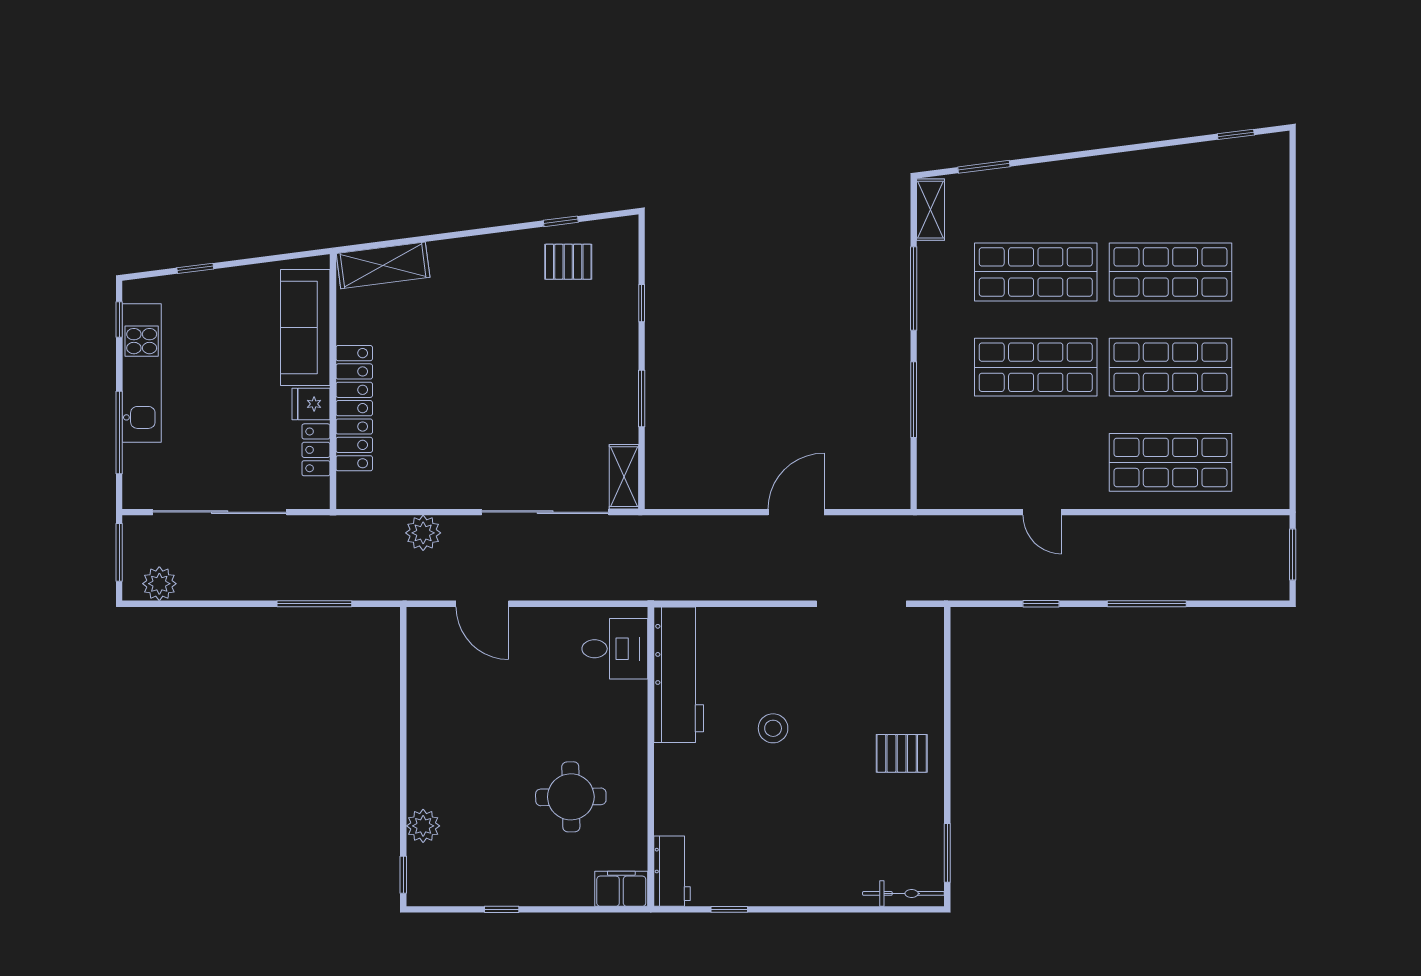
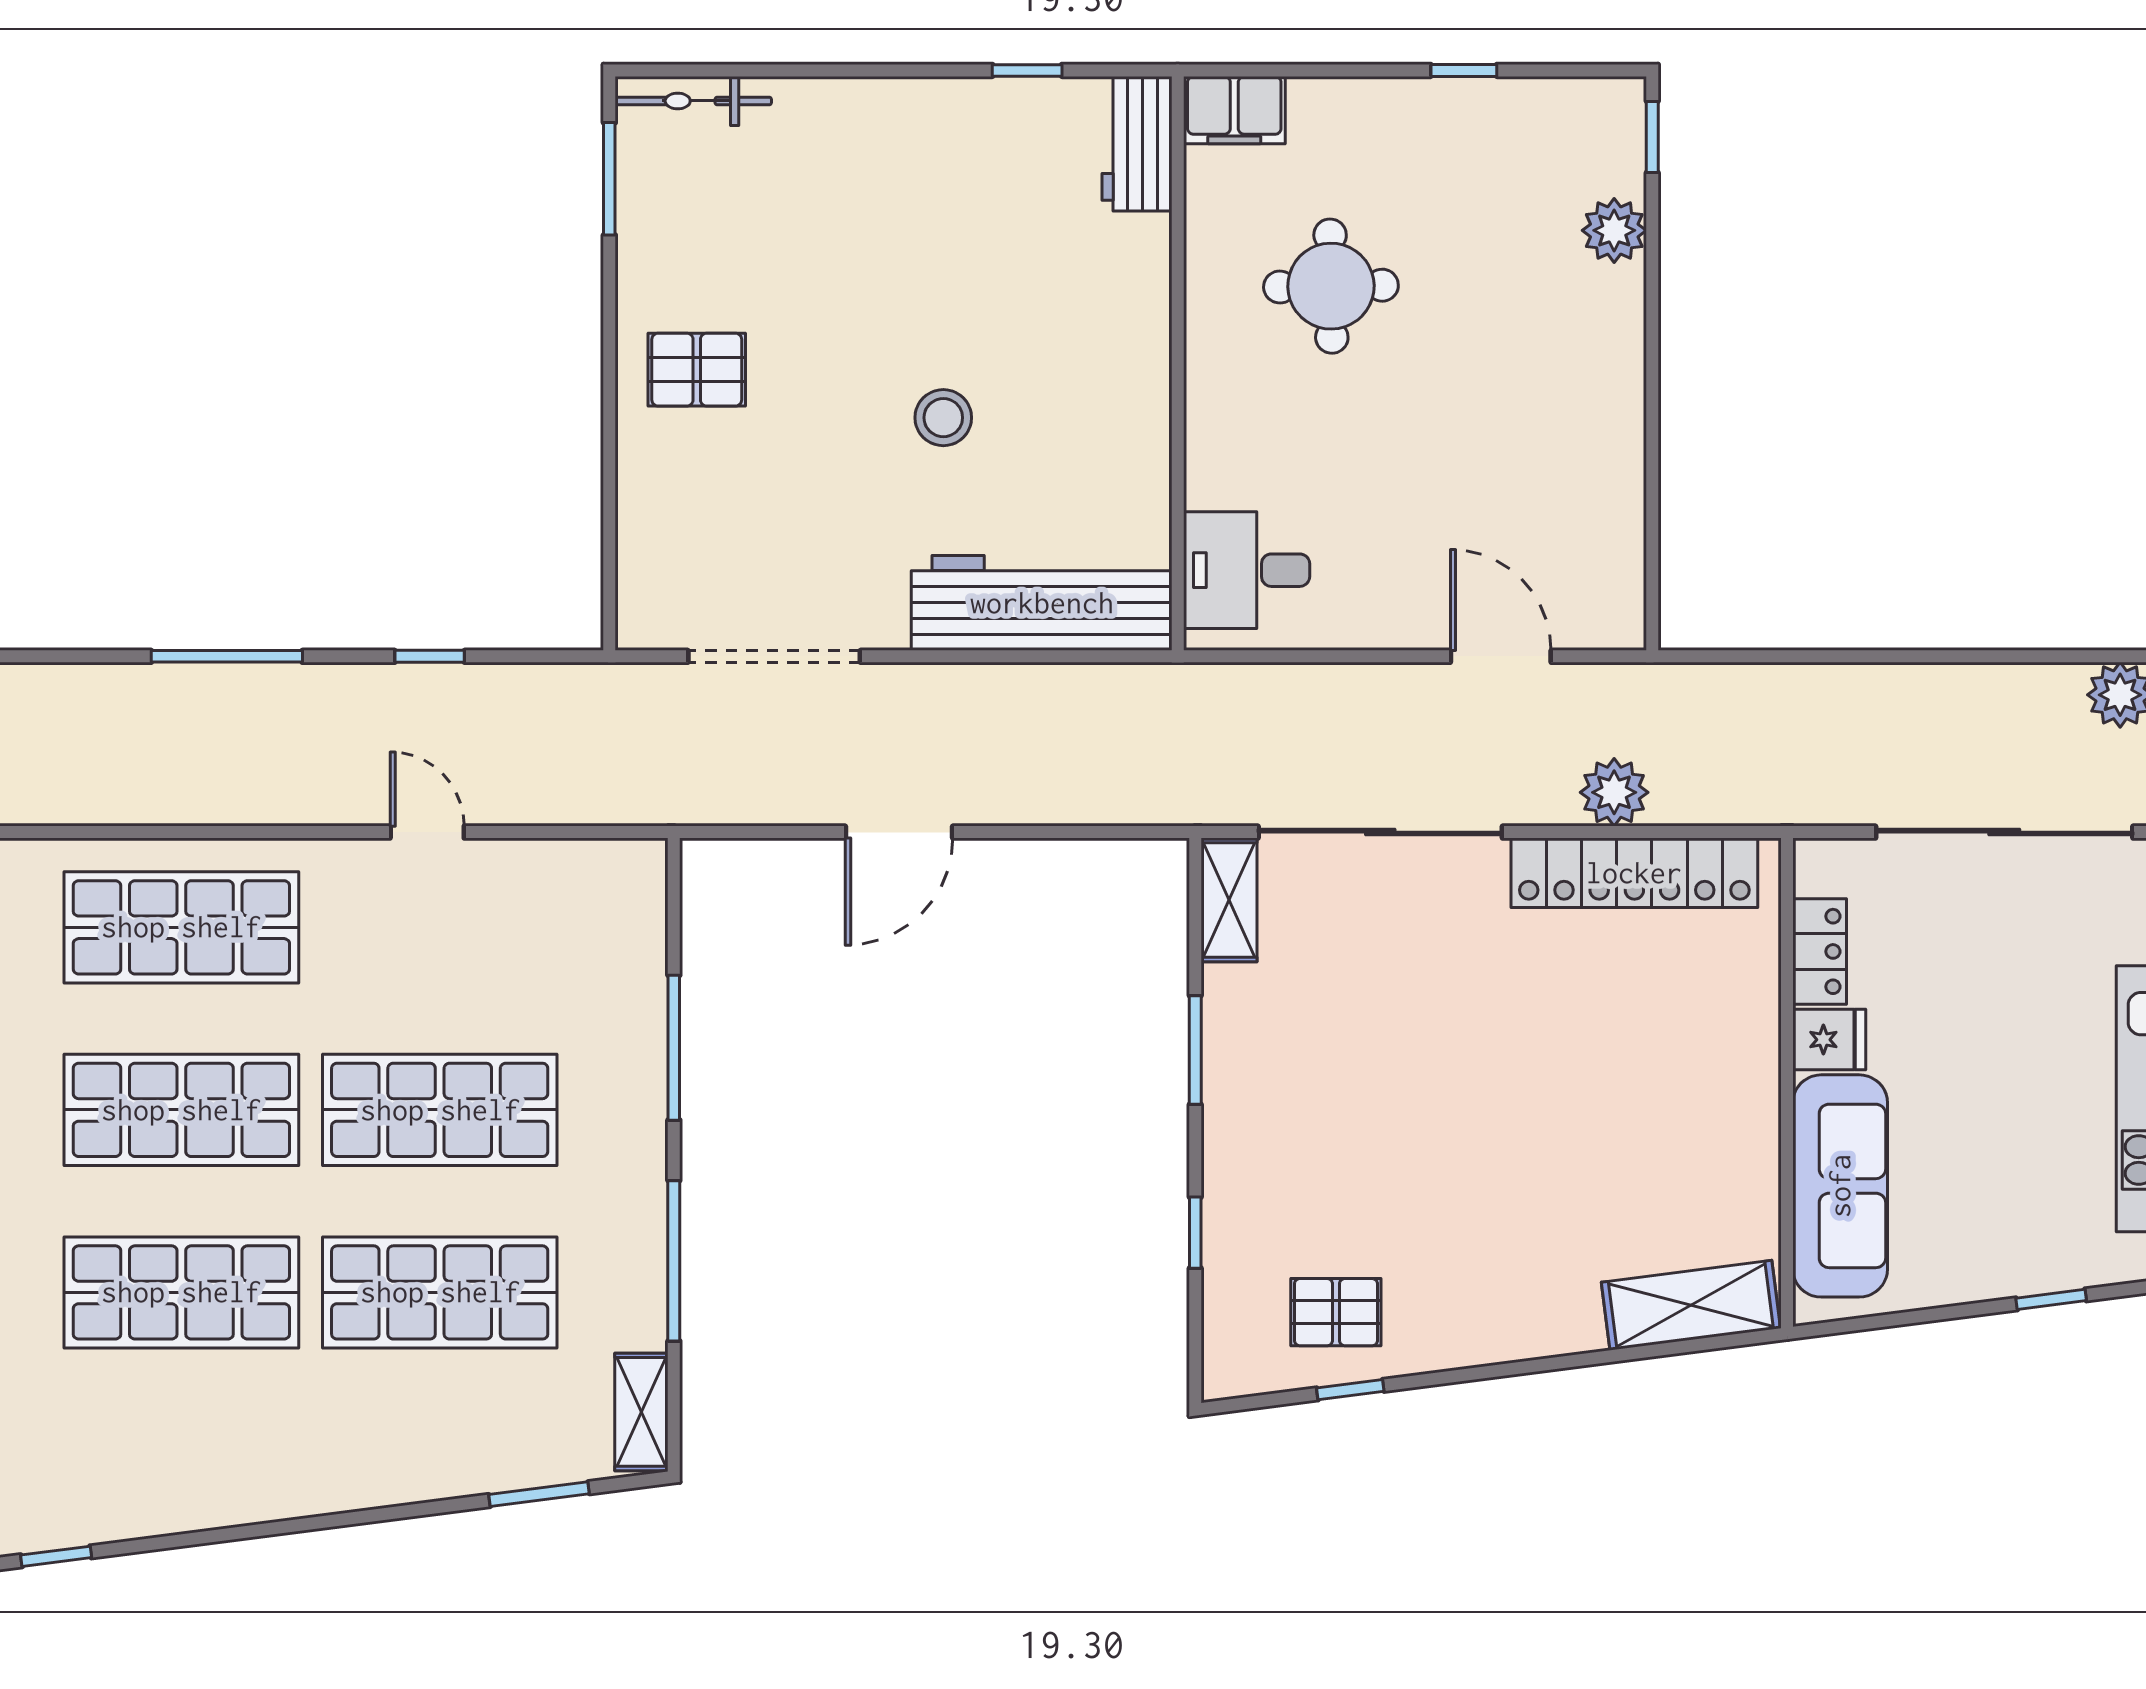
locker: (354, 408) -> (1634, 873), moved, turned -90
window: (314, 604) -> (1823, 656), removed
workbench: (679, 675) -> (1042, 603), moved, turned 90

